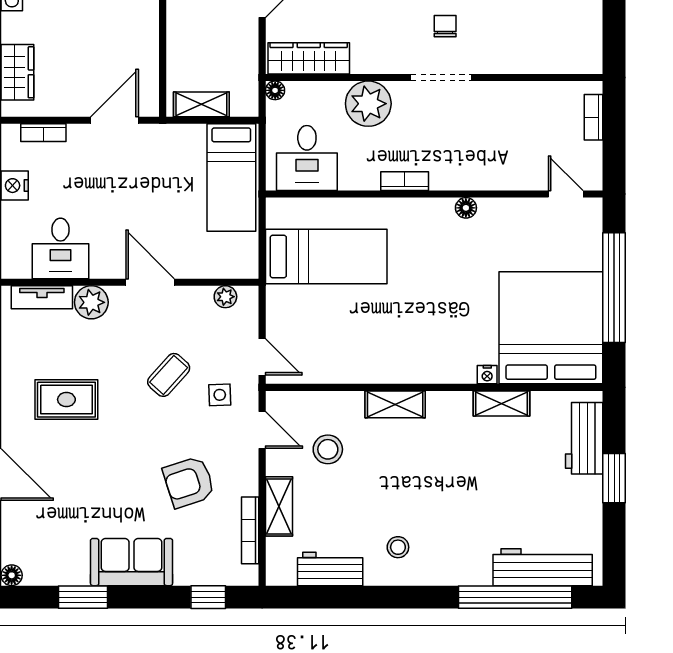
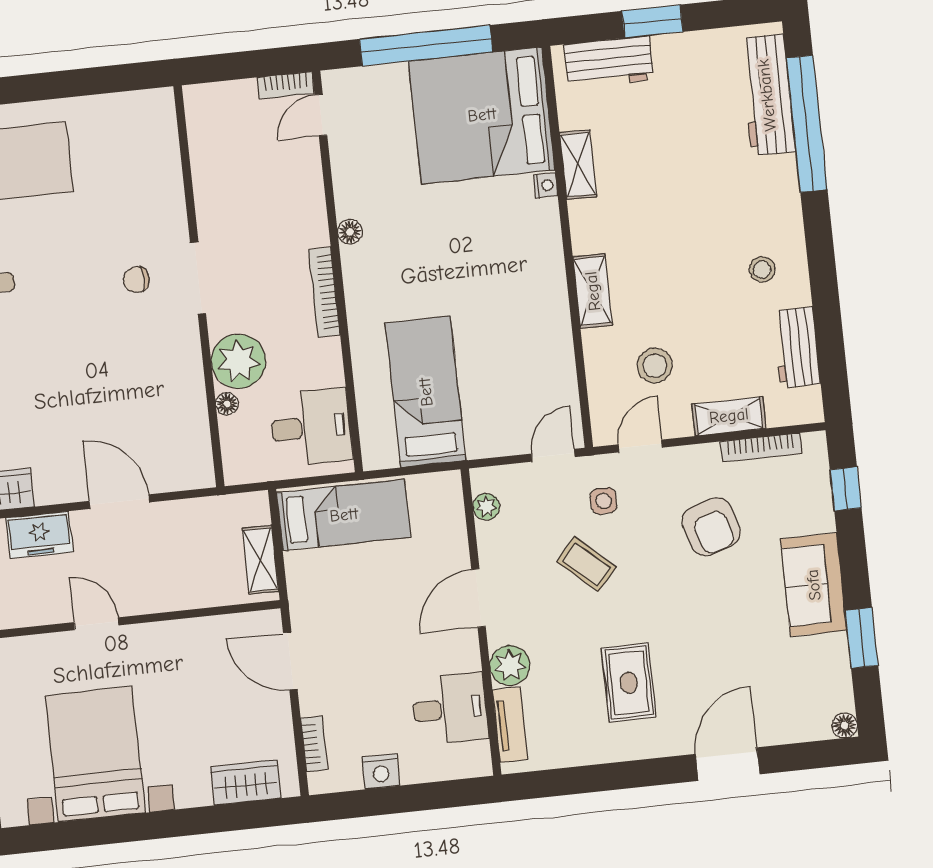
wardrobe: (309, 58) -> (192, 438), removed
floor lamp: (275, 90) -> (227, 404), moved
bookcase: (593, 117) -> (286, 85), moved
bookcase: (405, 181) -> (324, 292), width x1.56

